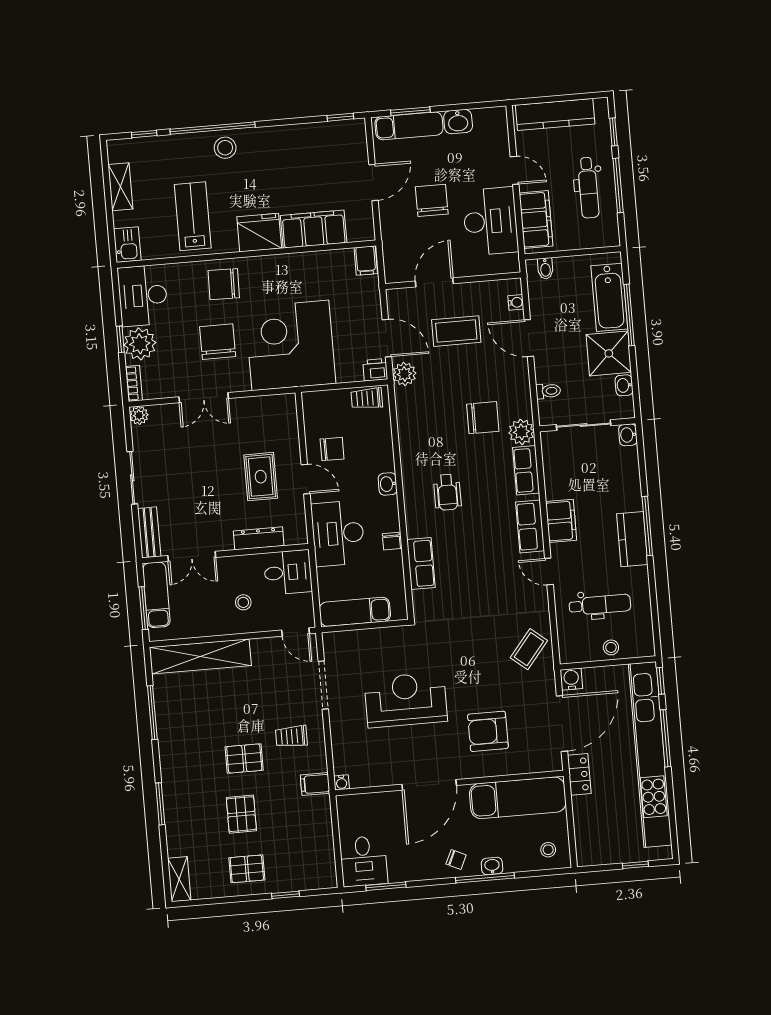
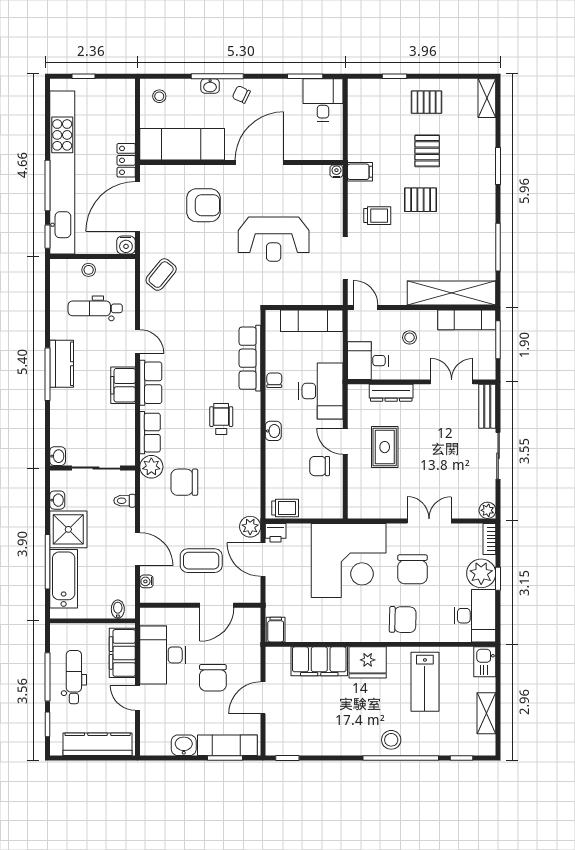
row of seats: (421, 564) -> (250, 358), width x1.48
exam couch: (156, 595) -> (467, 320), moved, turned -90

